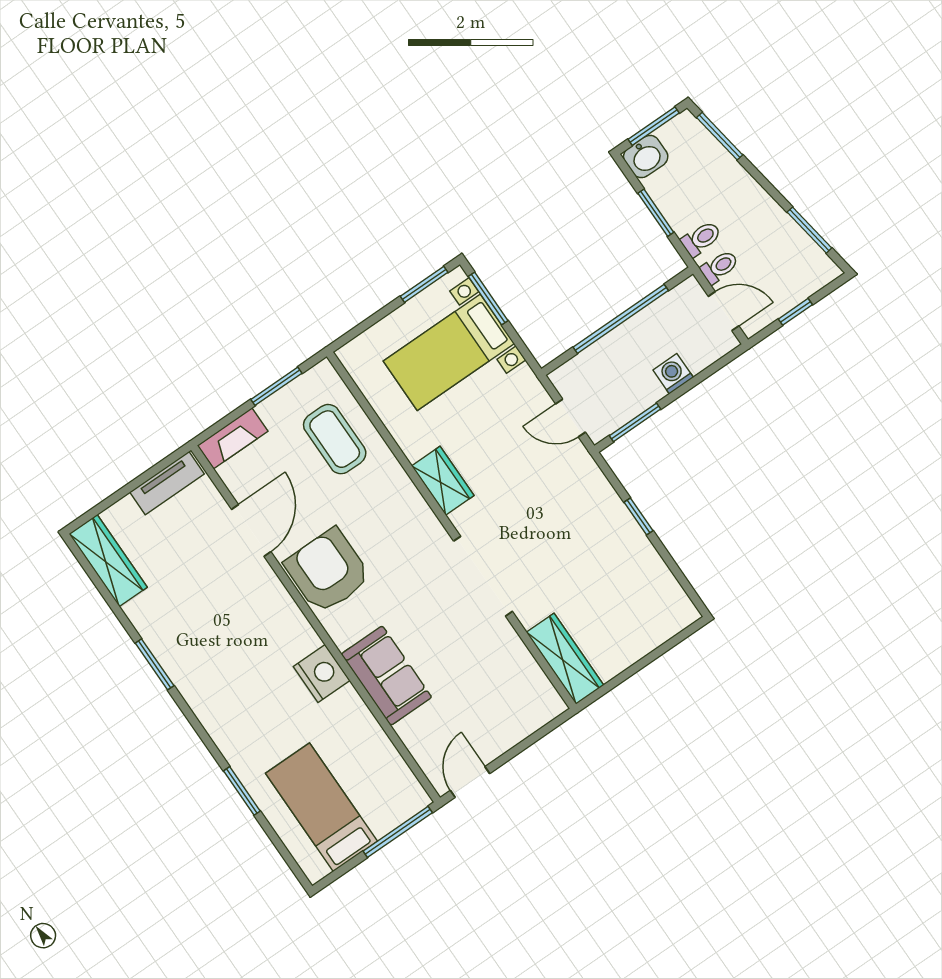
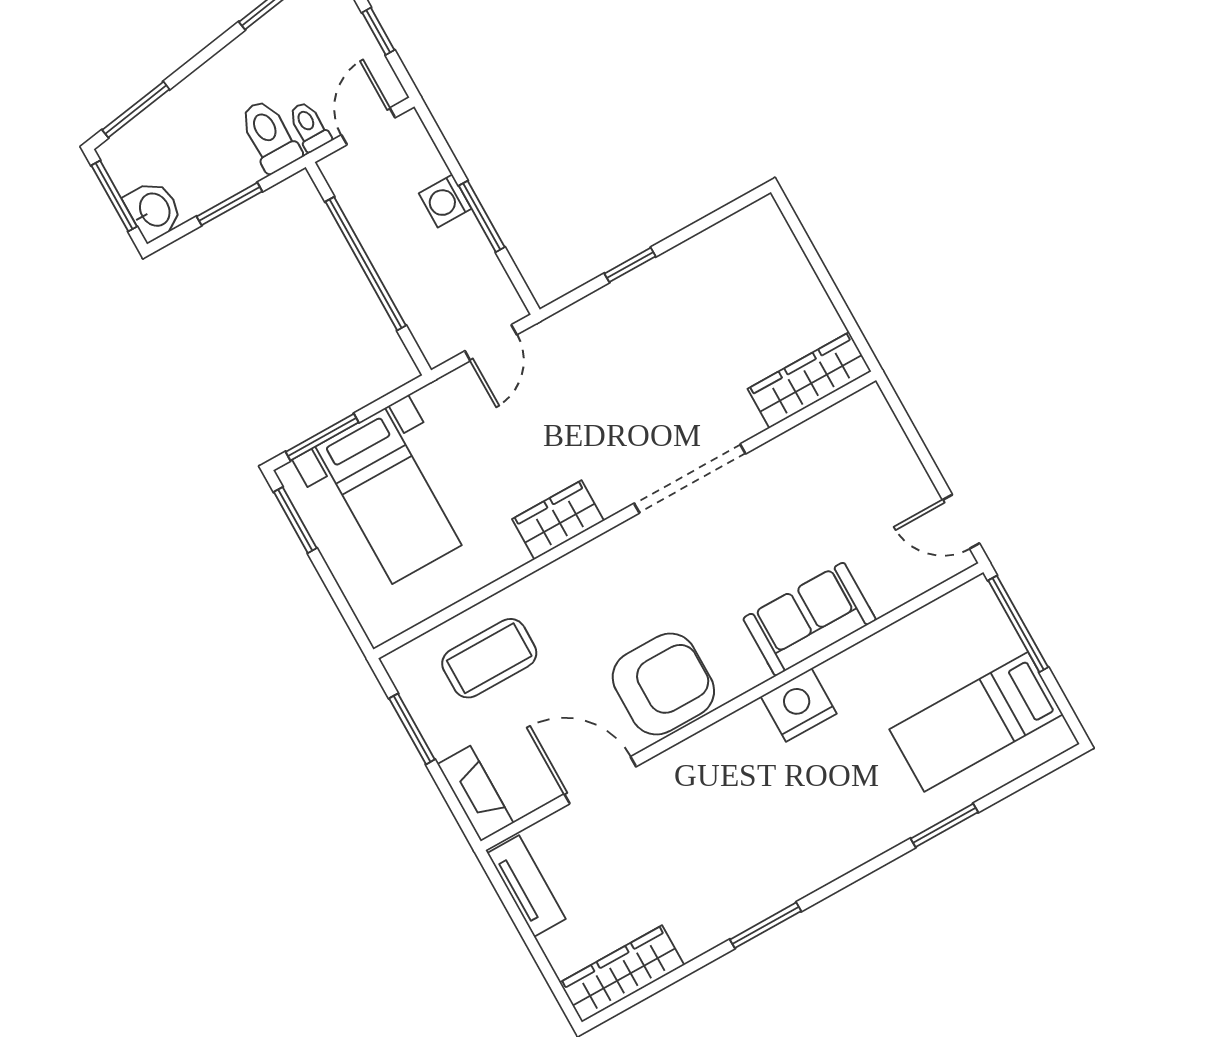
toilet: (701, 239) -> (270, 136), width x1.37, depth x1.39
window: (635, 422) -> (482, 216), moved
armchair: (328, 571) -> (663, 684), turned 180

